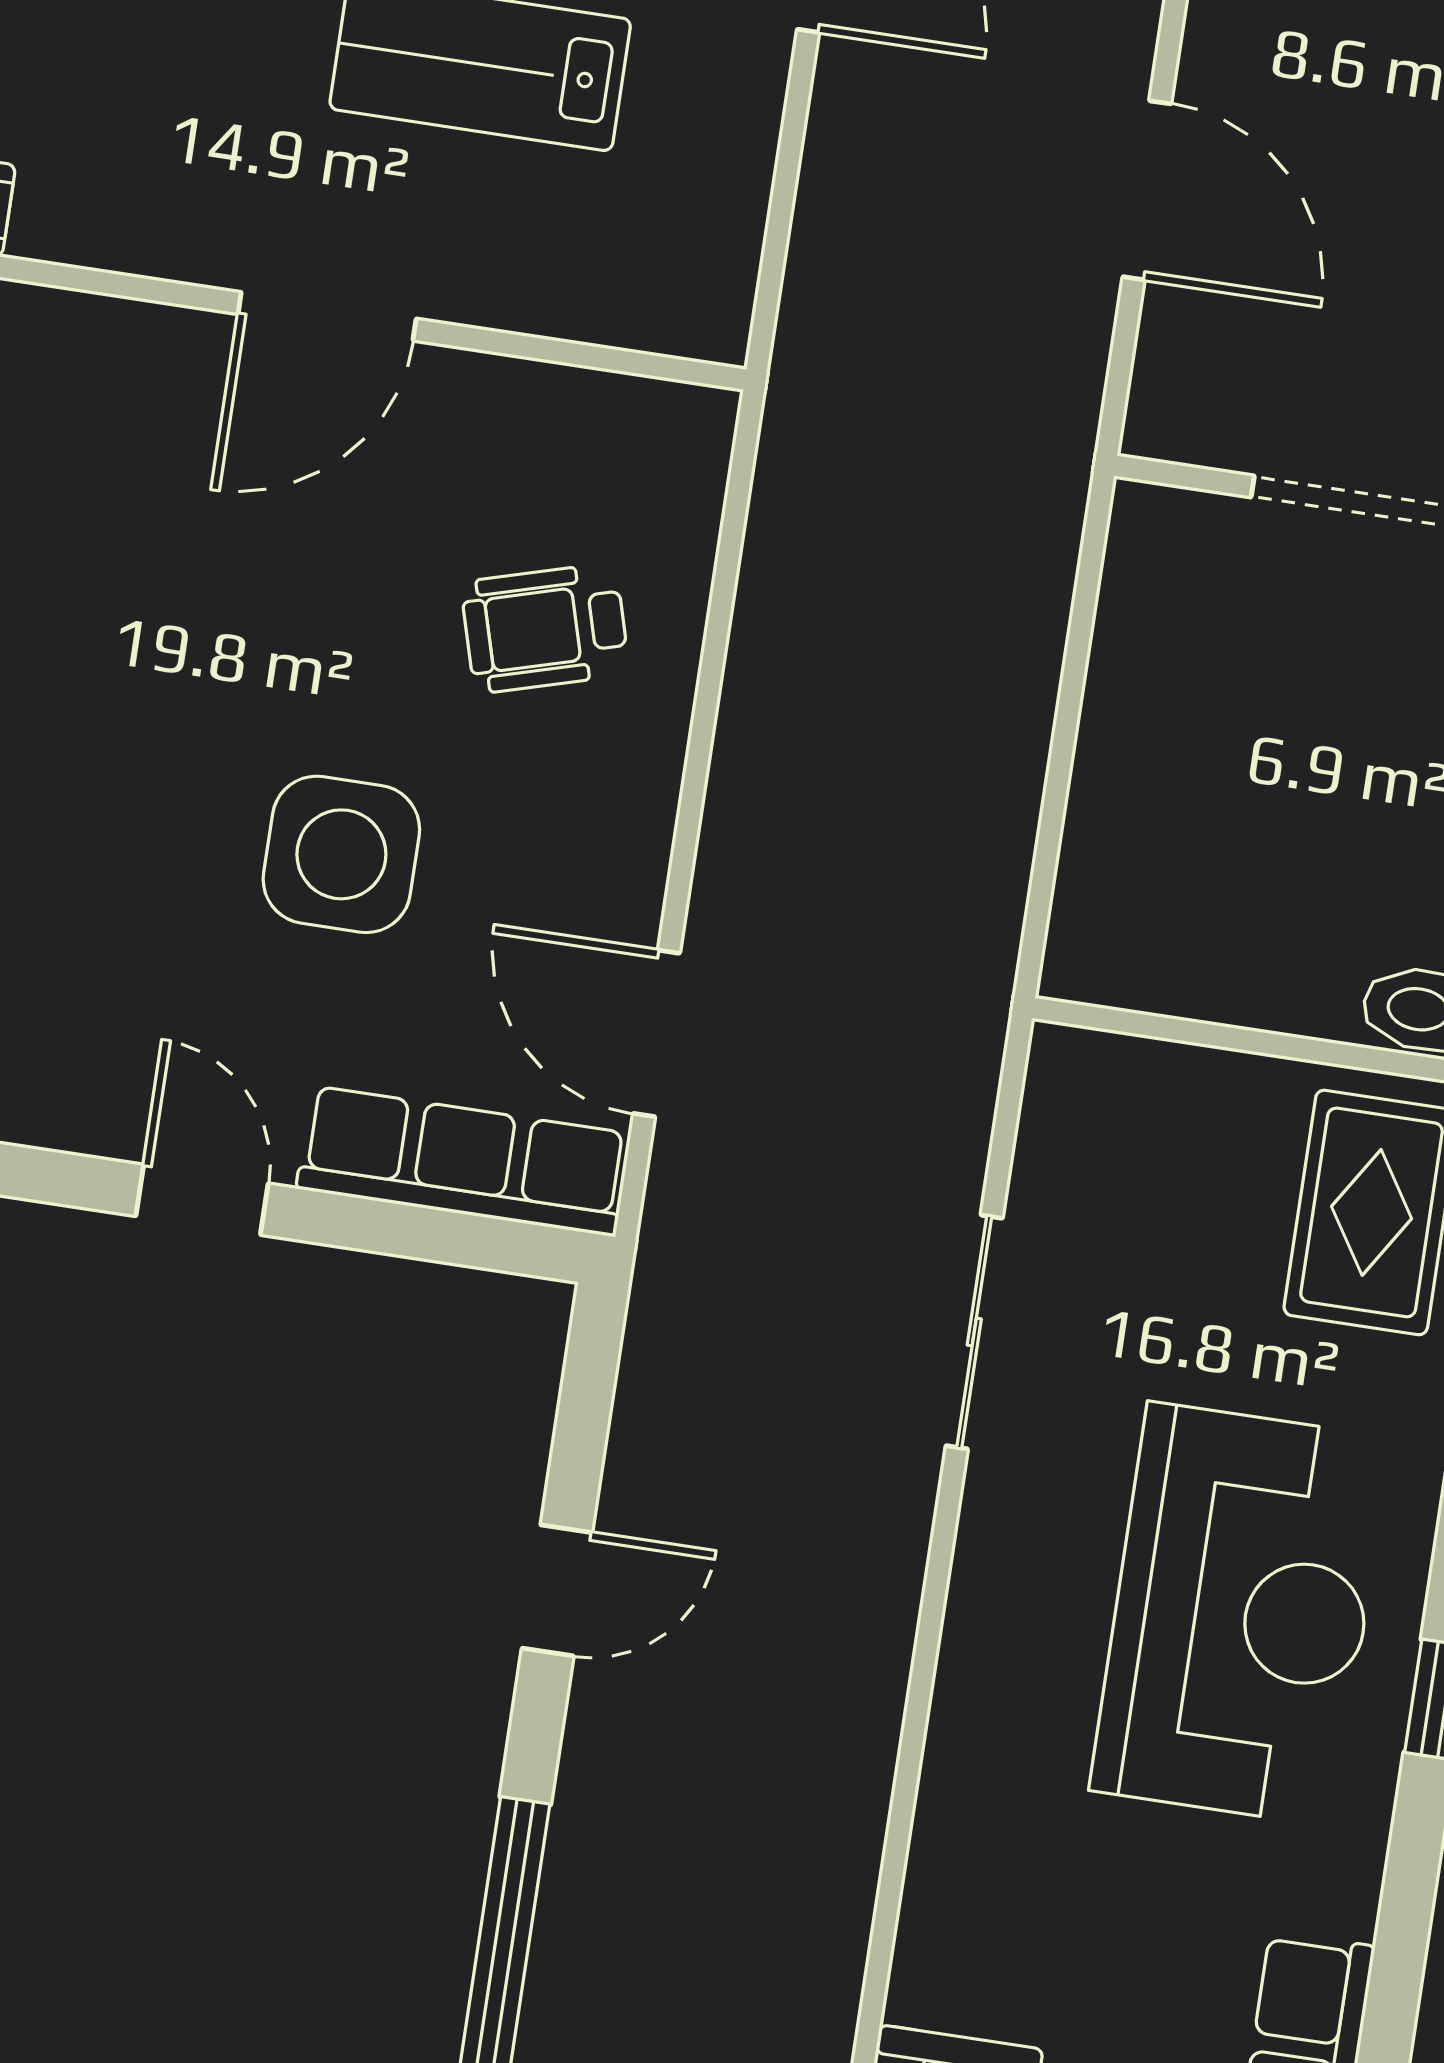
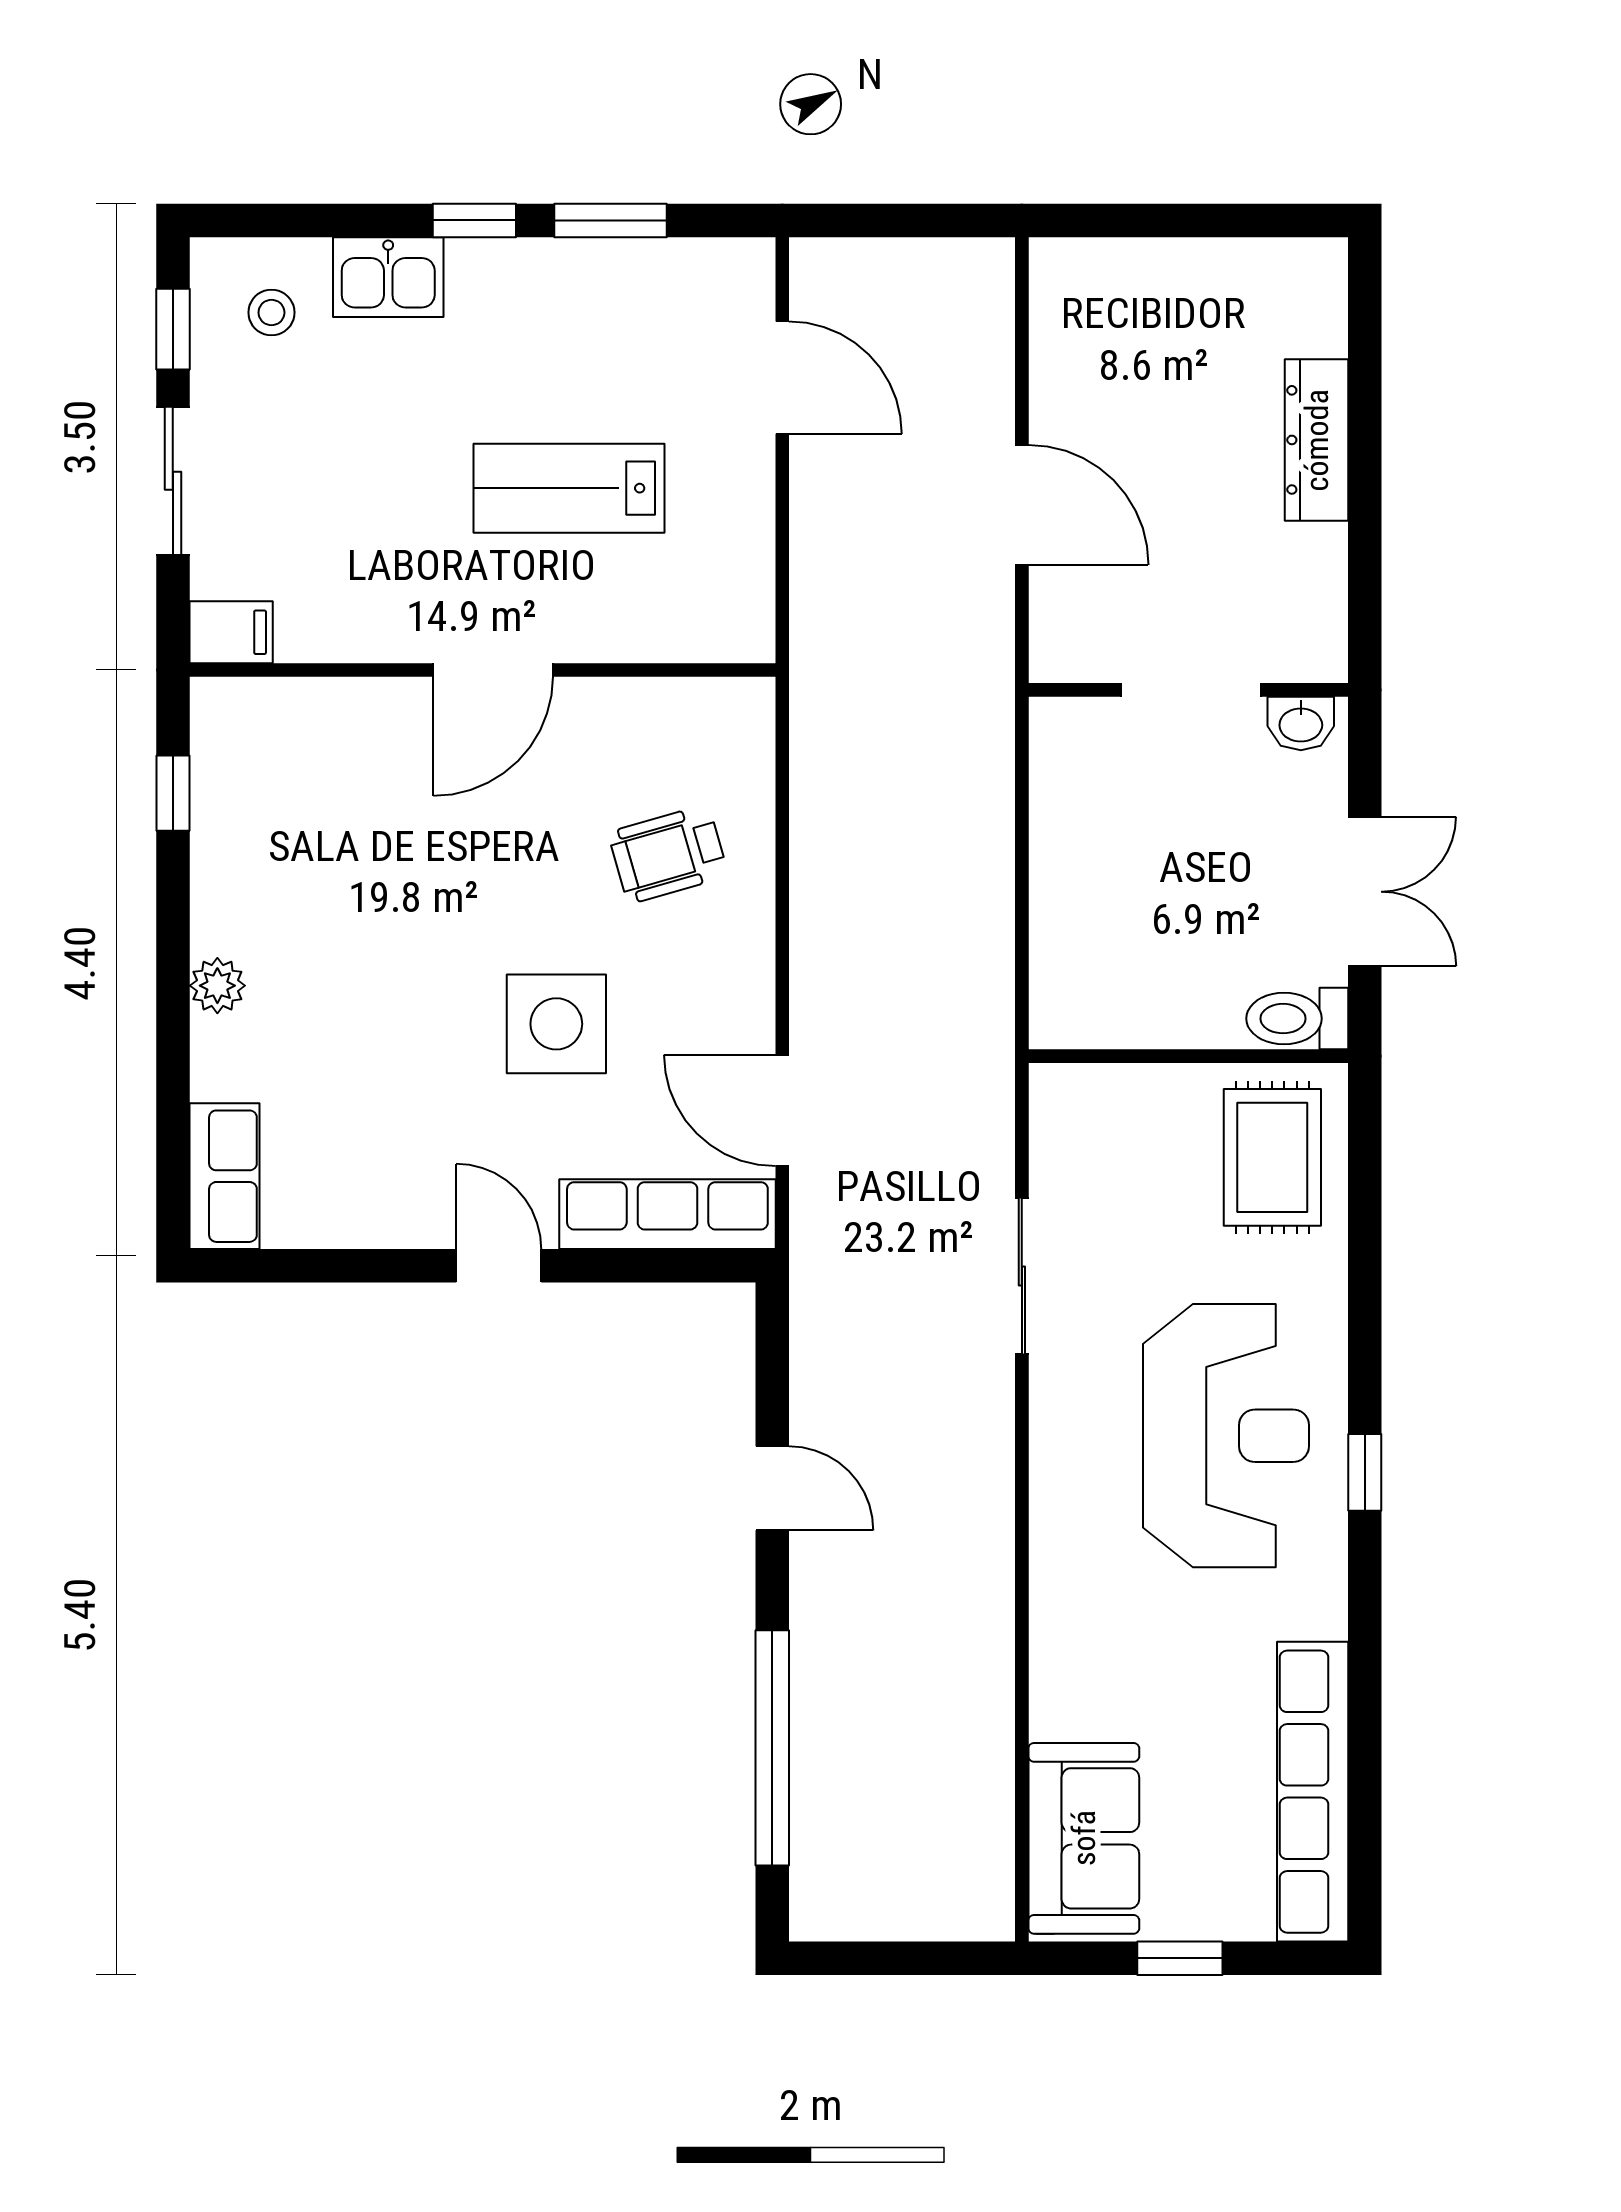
door: (557, 1590) -> (772, 1488), hinge flipped

